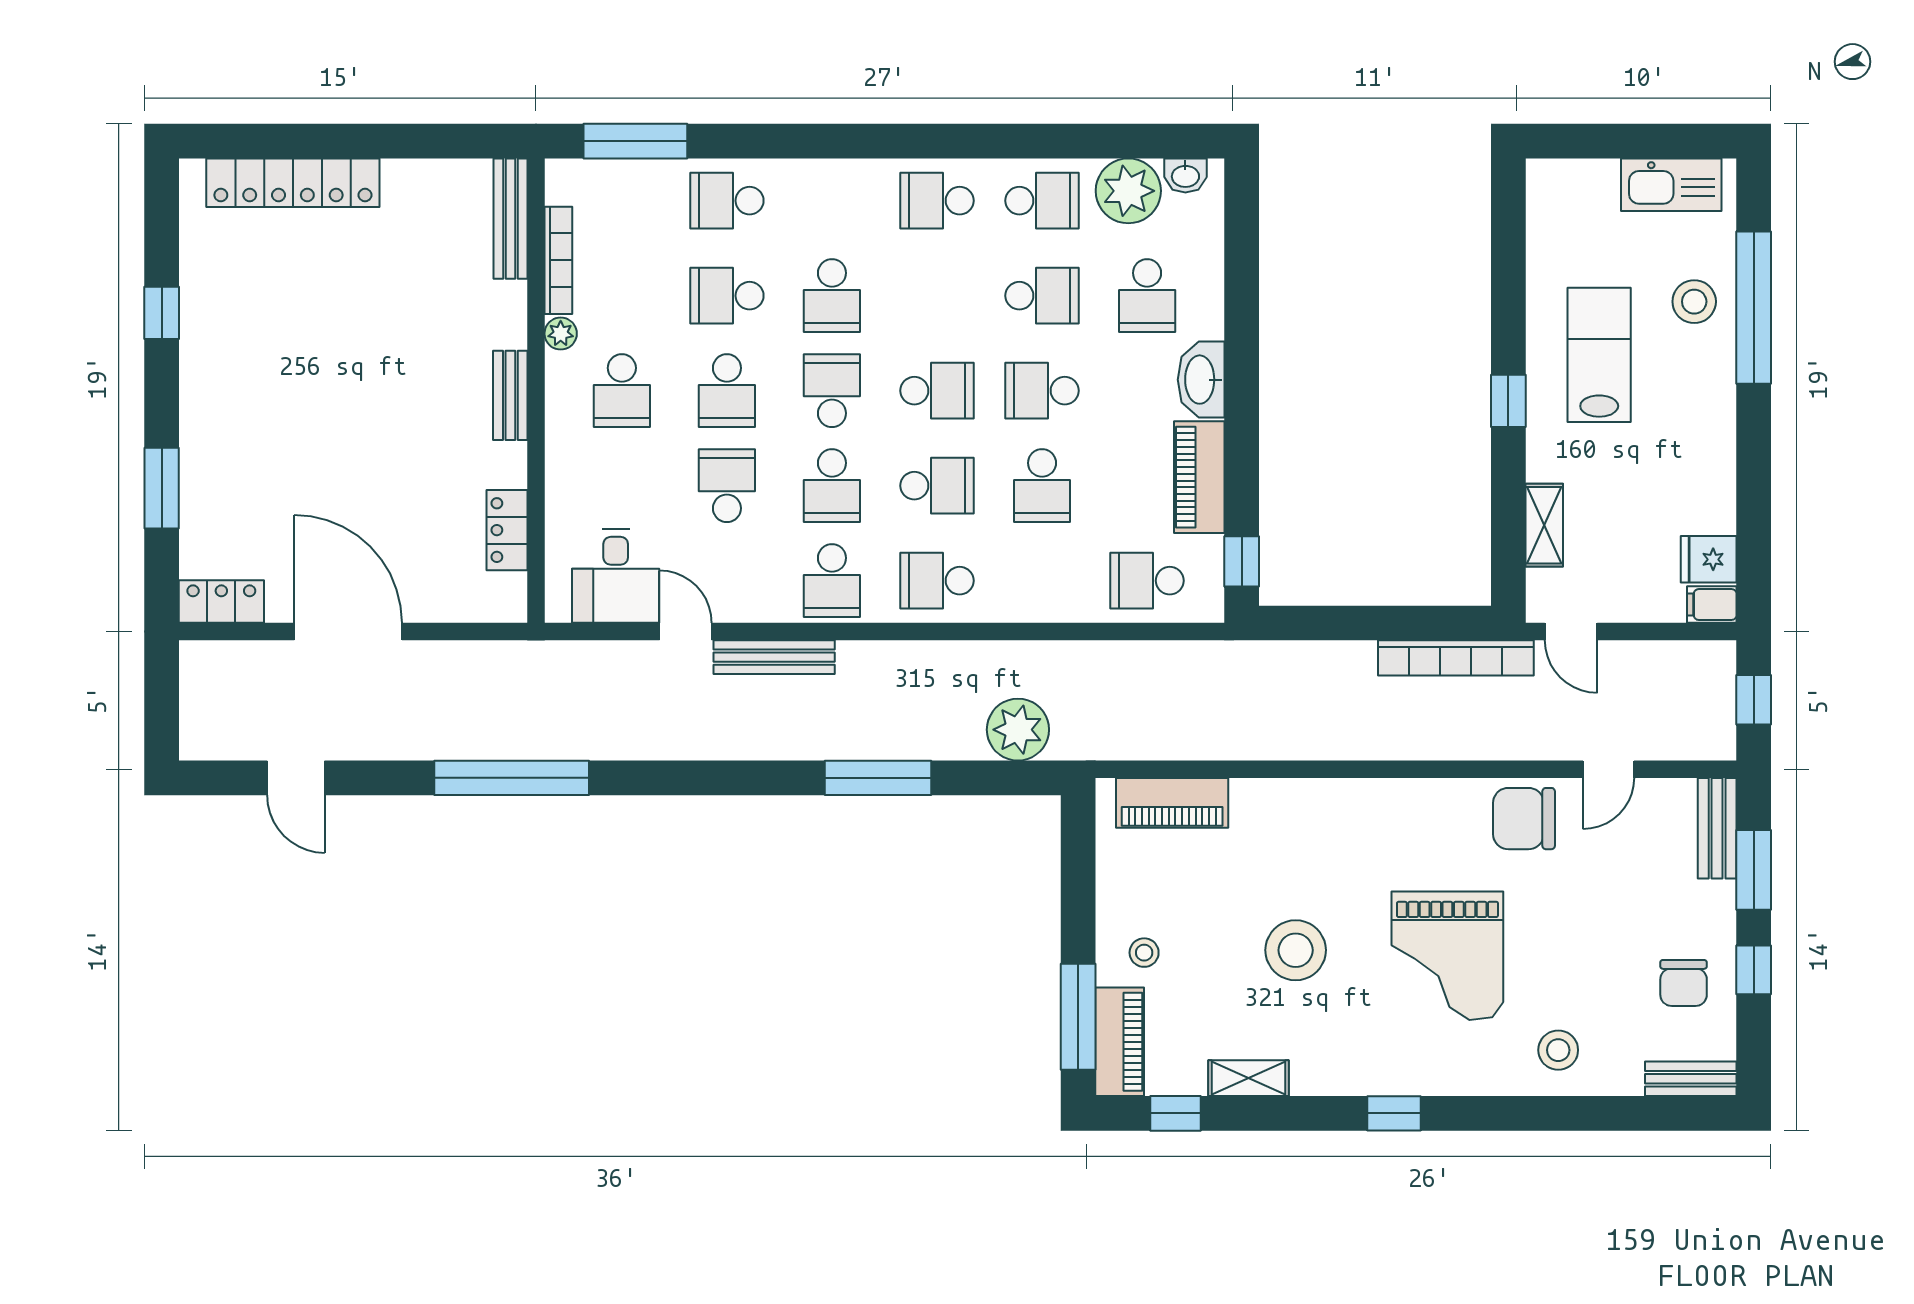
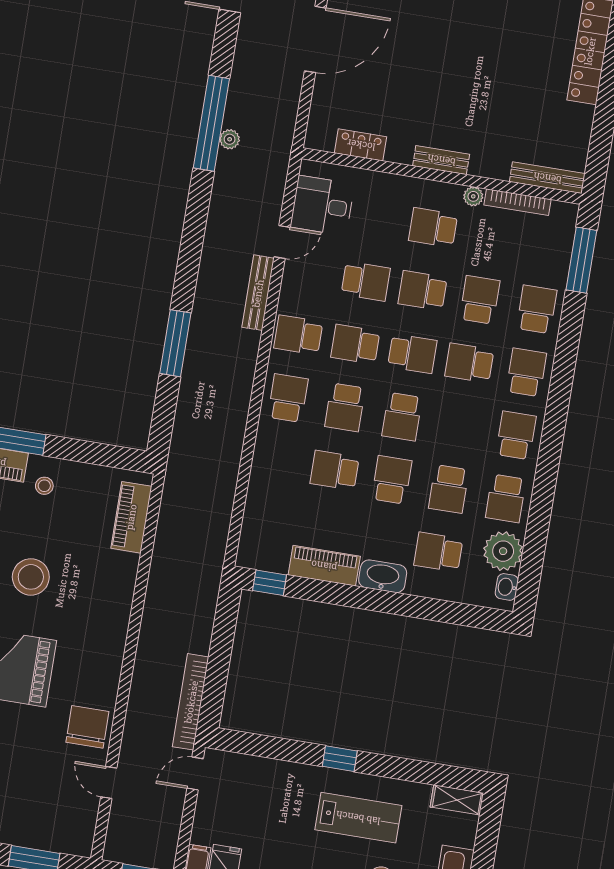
shelving: (1544, 525) -> (457, 800), moved
school desk: (1147, 581) -> (526, 372), moved
plant: (1018, 730) -> (230, 139), moved, width x0.53, depth x0.53
bench: (1717, 828) -> (63, 842), removed

